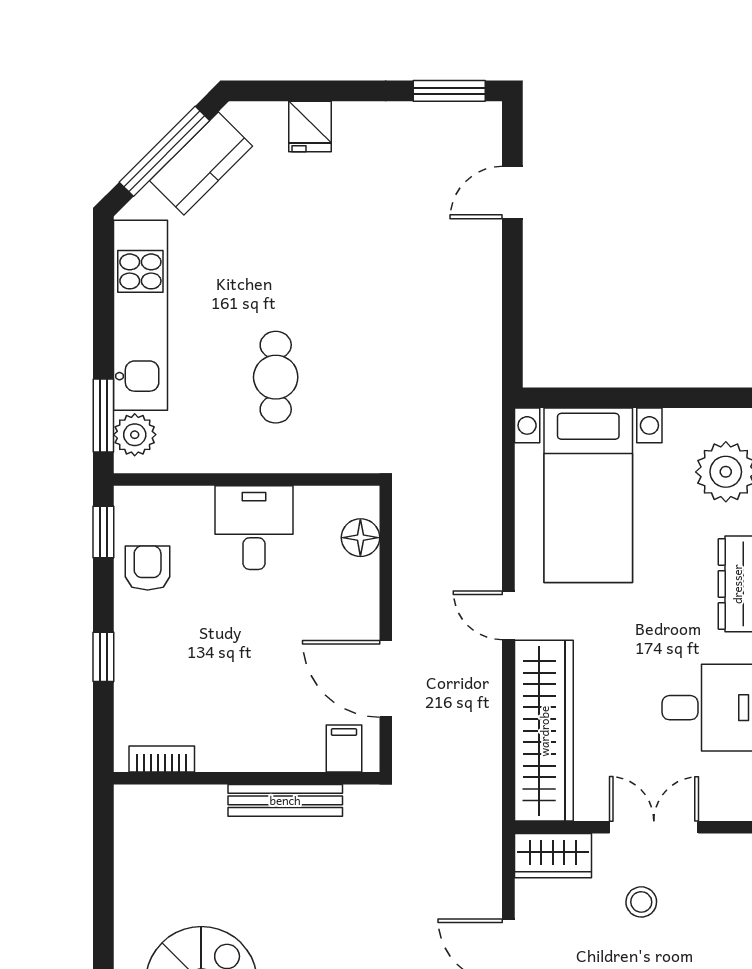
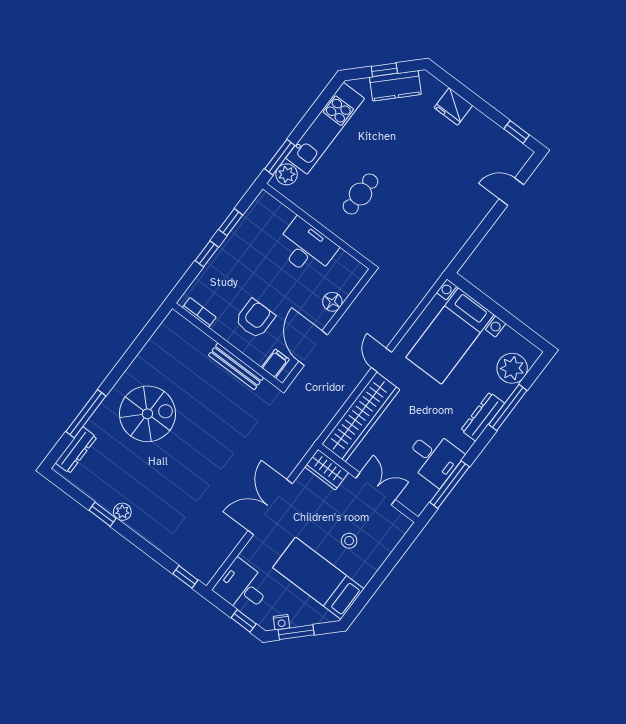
window: (449, 91) -> (517, 132), width x0.67
fridge: (310, 126) -> (453, 106), width x1.38
window: (164, 151) -> (384, 70), width x0.46
desk: (254, 528) -> (306, 248), width x1.37
window: (103, 532) -> (231, 222), moved
floor lamp: (360, 538) -> (332, 302), moved
armchair: (148, 568) -> (255, 319), moved, width x1.38, depth x1.38
stool: (641, 902) -> (349, 541), moved

